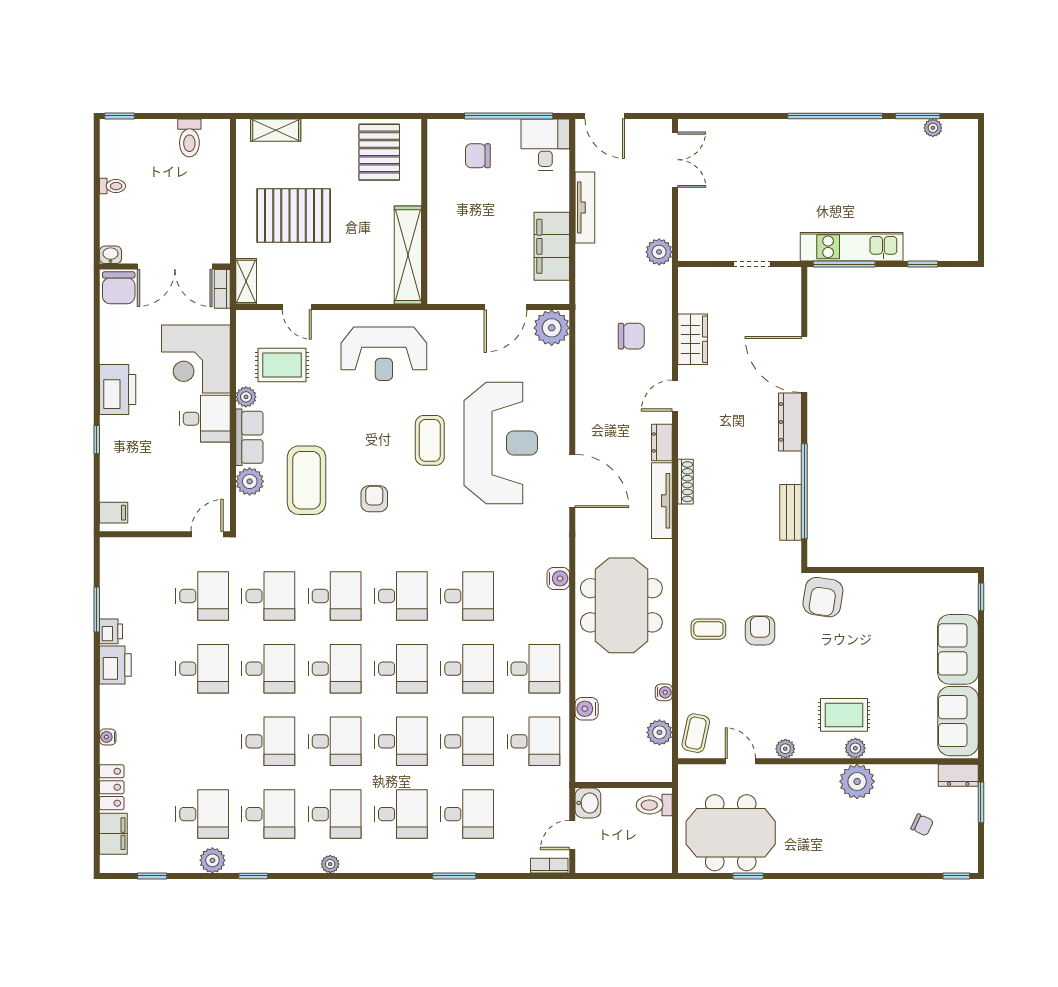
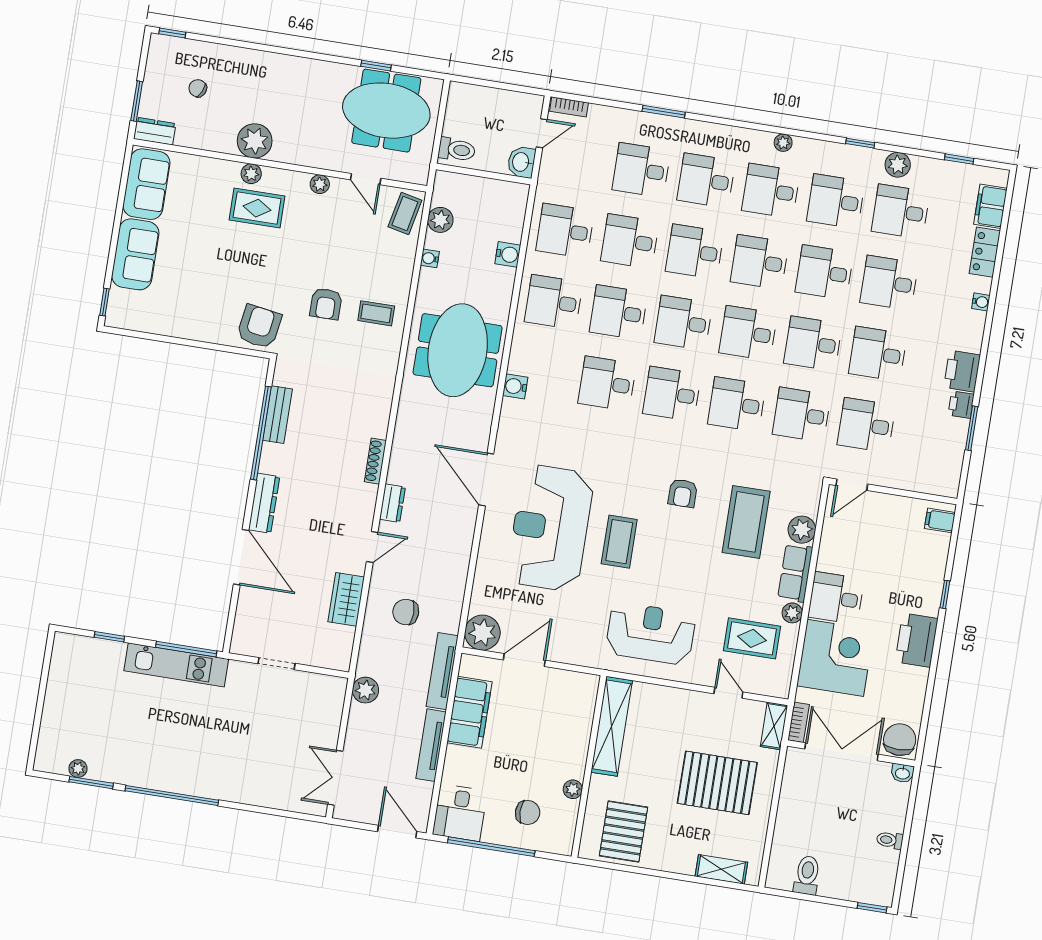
plant: (437, 186) -> (573, 789), added
tv unit: (662, 501) -> (442, 671), moved, turned 180
desk: (202, 741) -> (889, 283), added

